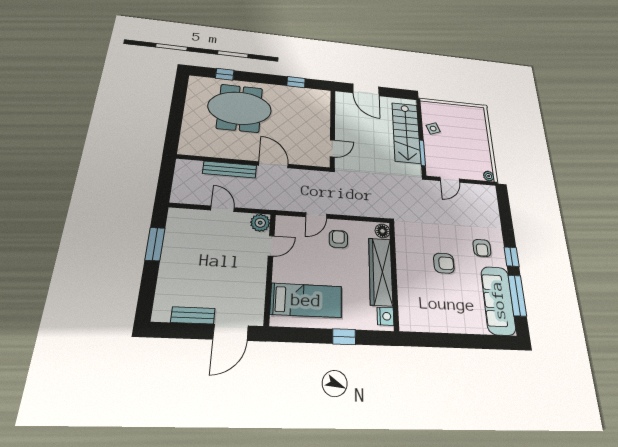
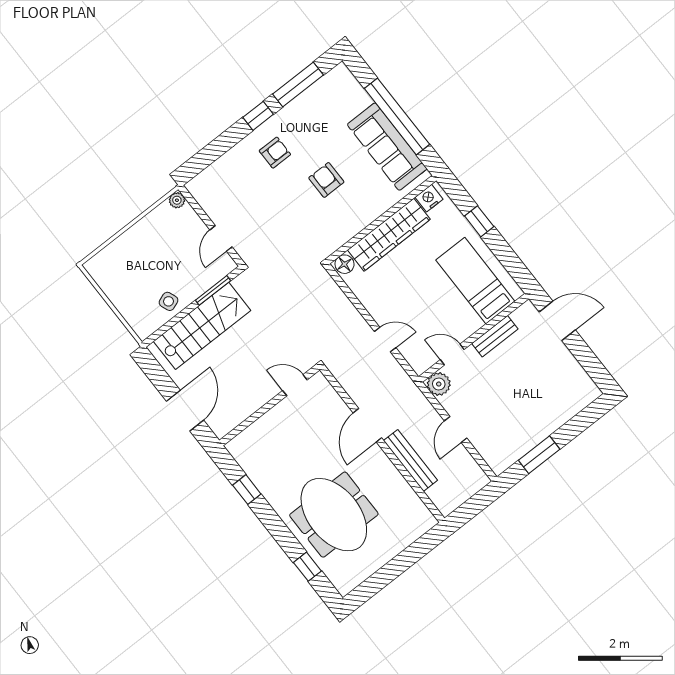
door: (450, 180) -> (221, 238), swing flipped
armchair: (338, 239) -> (391, 299), removed
sofa: (498, 300) -> (387, 147), moved, turned 90
bench: (193, 315) -> (495, 336), moved, turned 90
window: (456, 341) -> (397, 116), added

